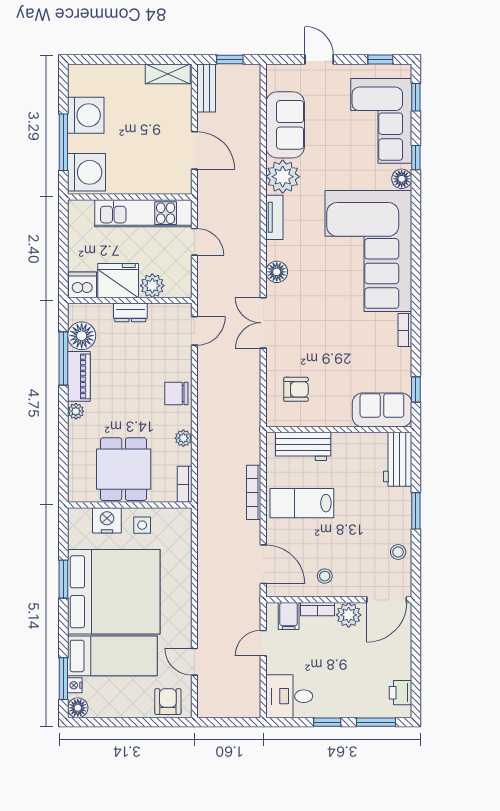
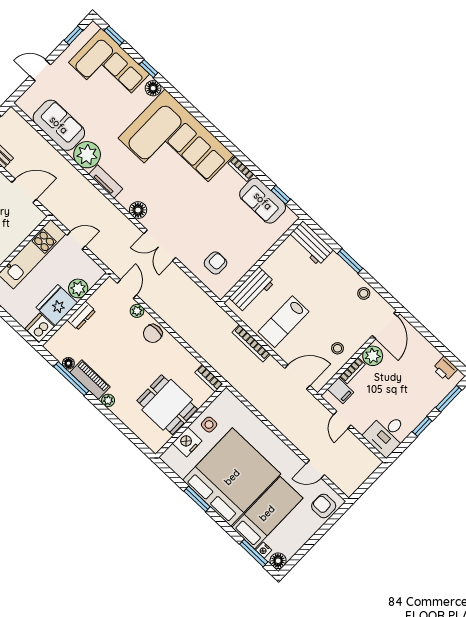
floor lamp: (82, 336) -> (68, 363), width x0.53, depth x0.53
sofa: (382, 410) -> (263, 201), moved, turned -90
plant: (183, 438) -> (137, 311), moved

